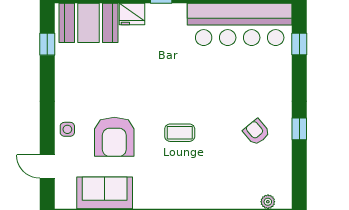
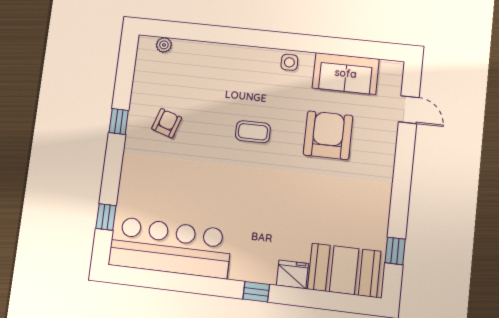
side table: (67, 129) -> (289, 62), moved
armchair: (256, 132) -> (167, 123), turned -122

